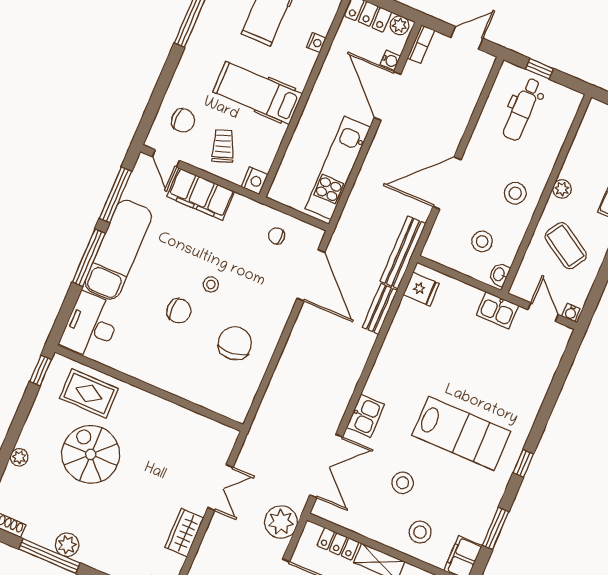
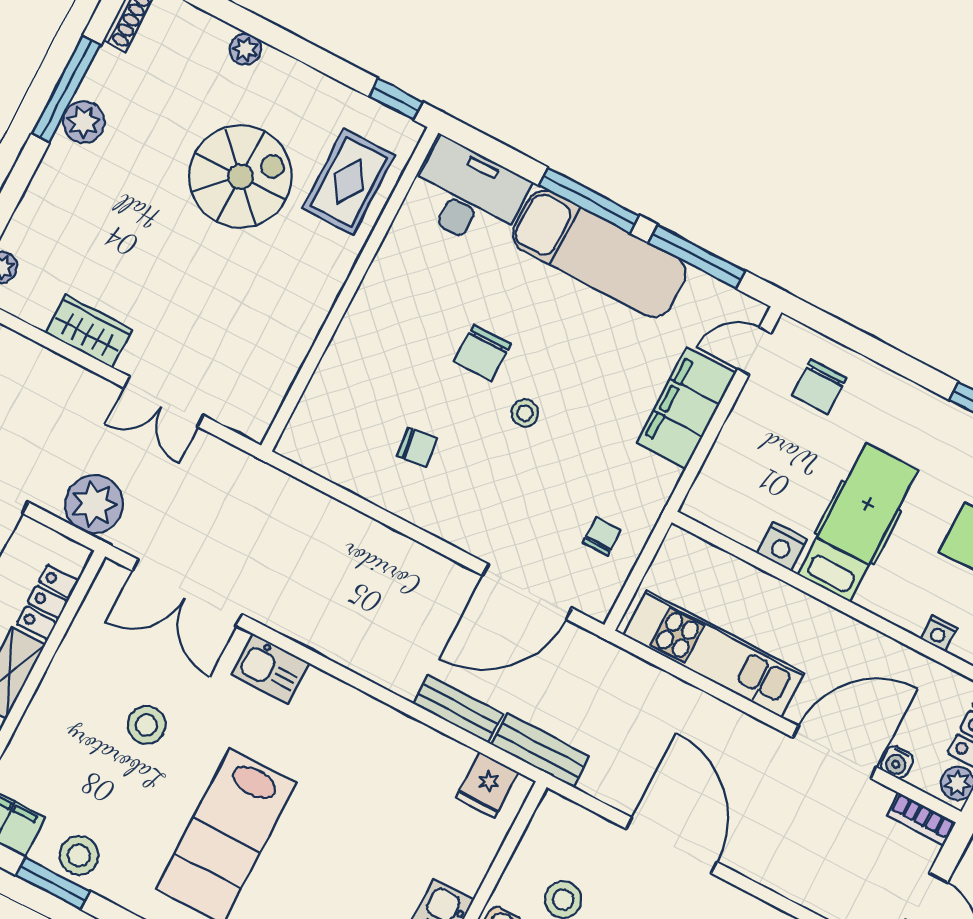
trolley: (223, 146) -> (769, 454), removed
nightstand: (254, 181) -> (782, 546), moved
bench: (403, 252) -> (540, 750), width x0.73
chair: (235, 343) -> (417, 447), width x0.54, depth x0.54
stool: (420, 532) -> (79, 855), moved

